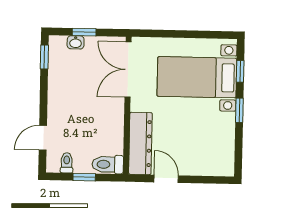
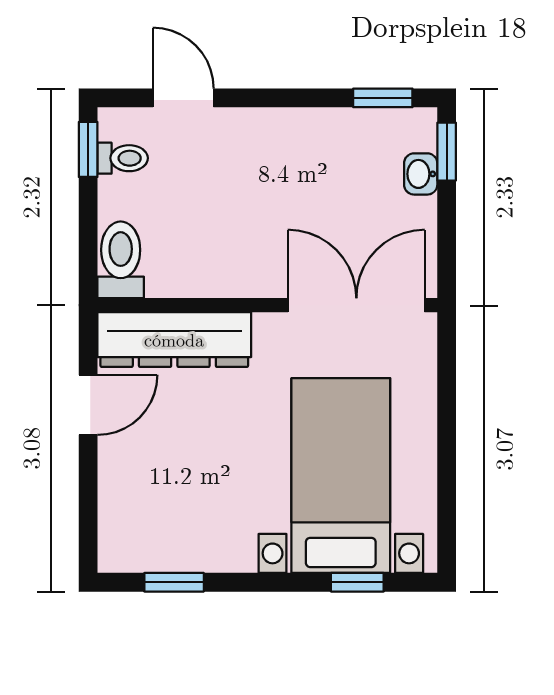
window: (84, 32) -> (447, 152), moved
window: (239, 110) -> (174, 582), moved
window: (84, 177) -> (88, 149), moved

